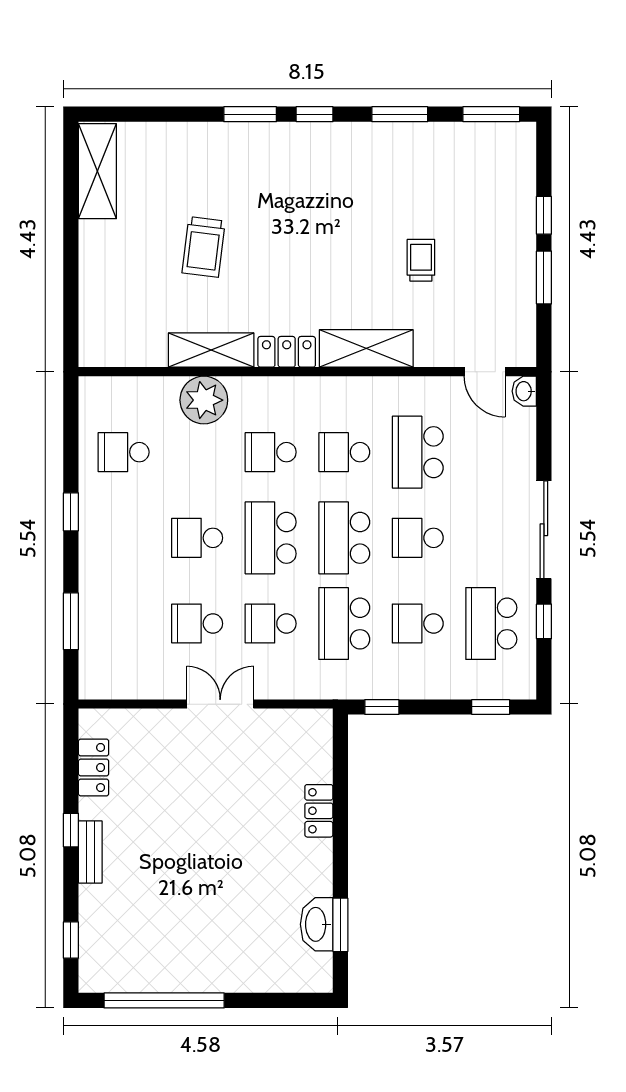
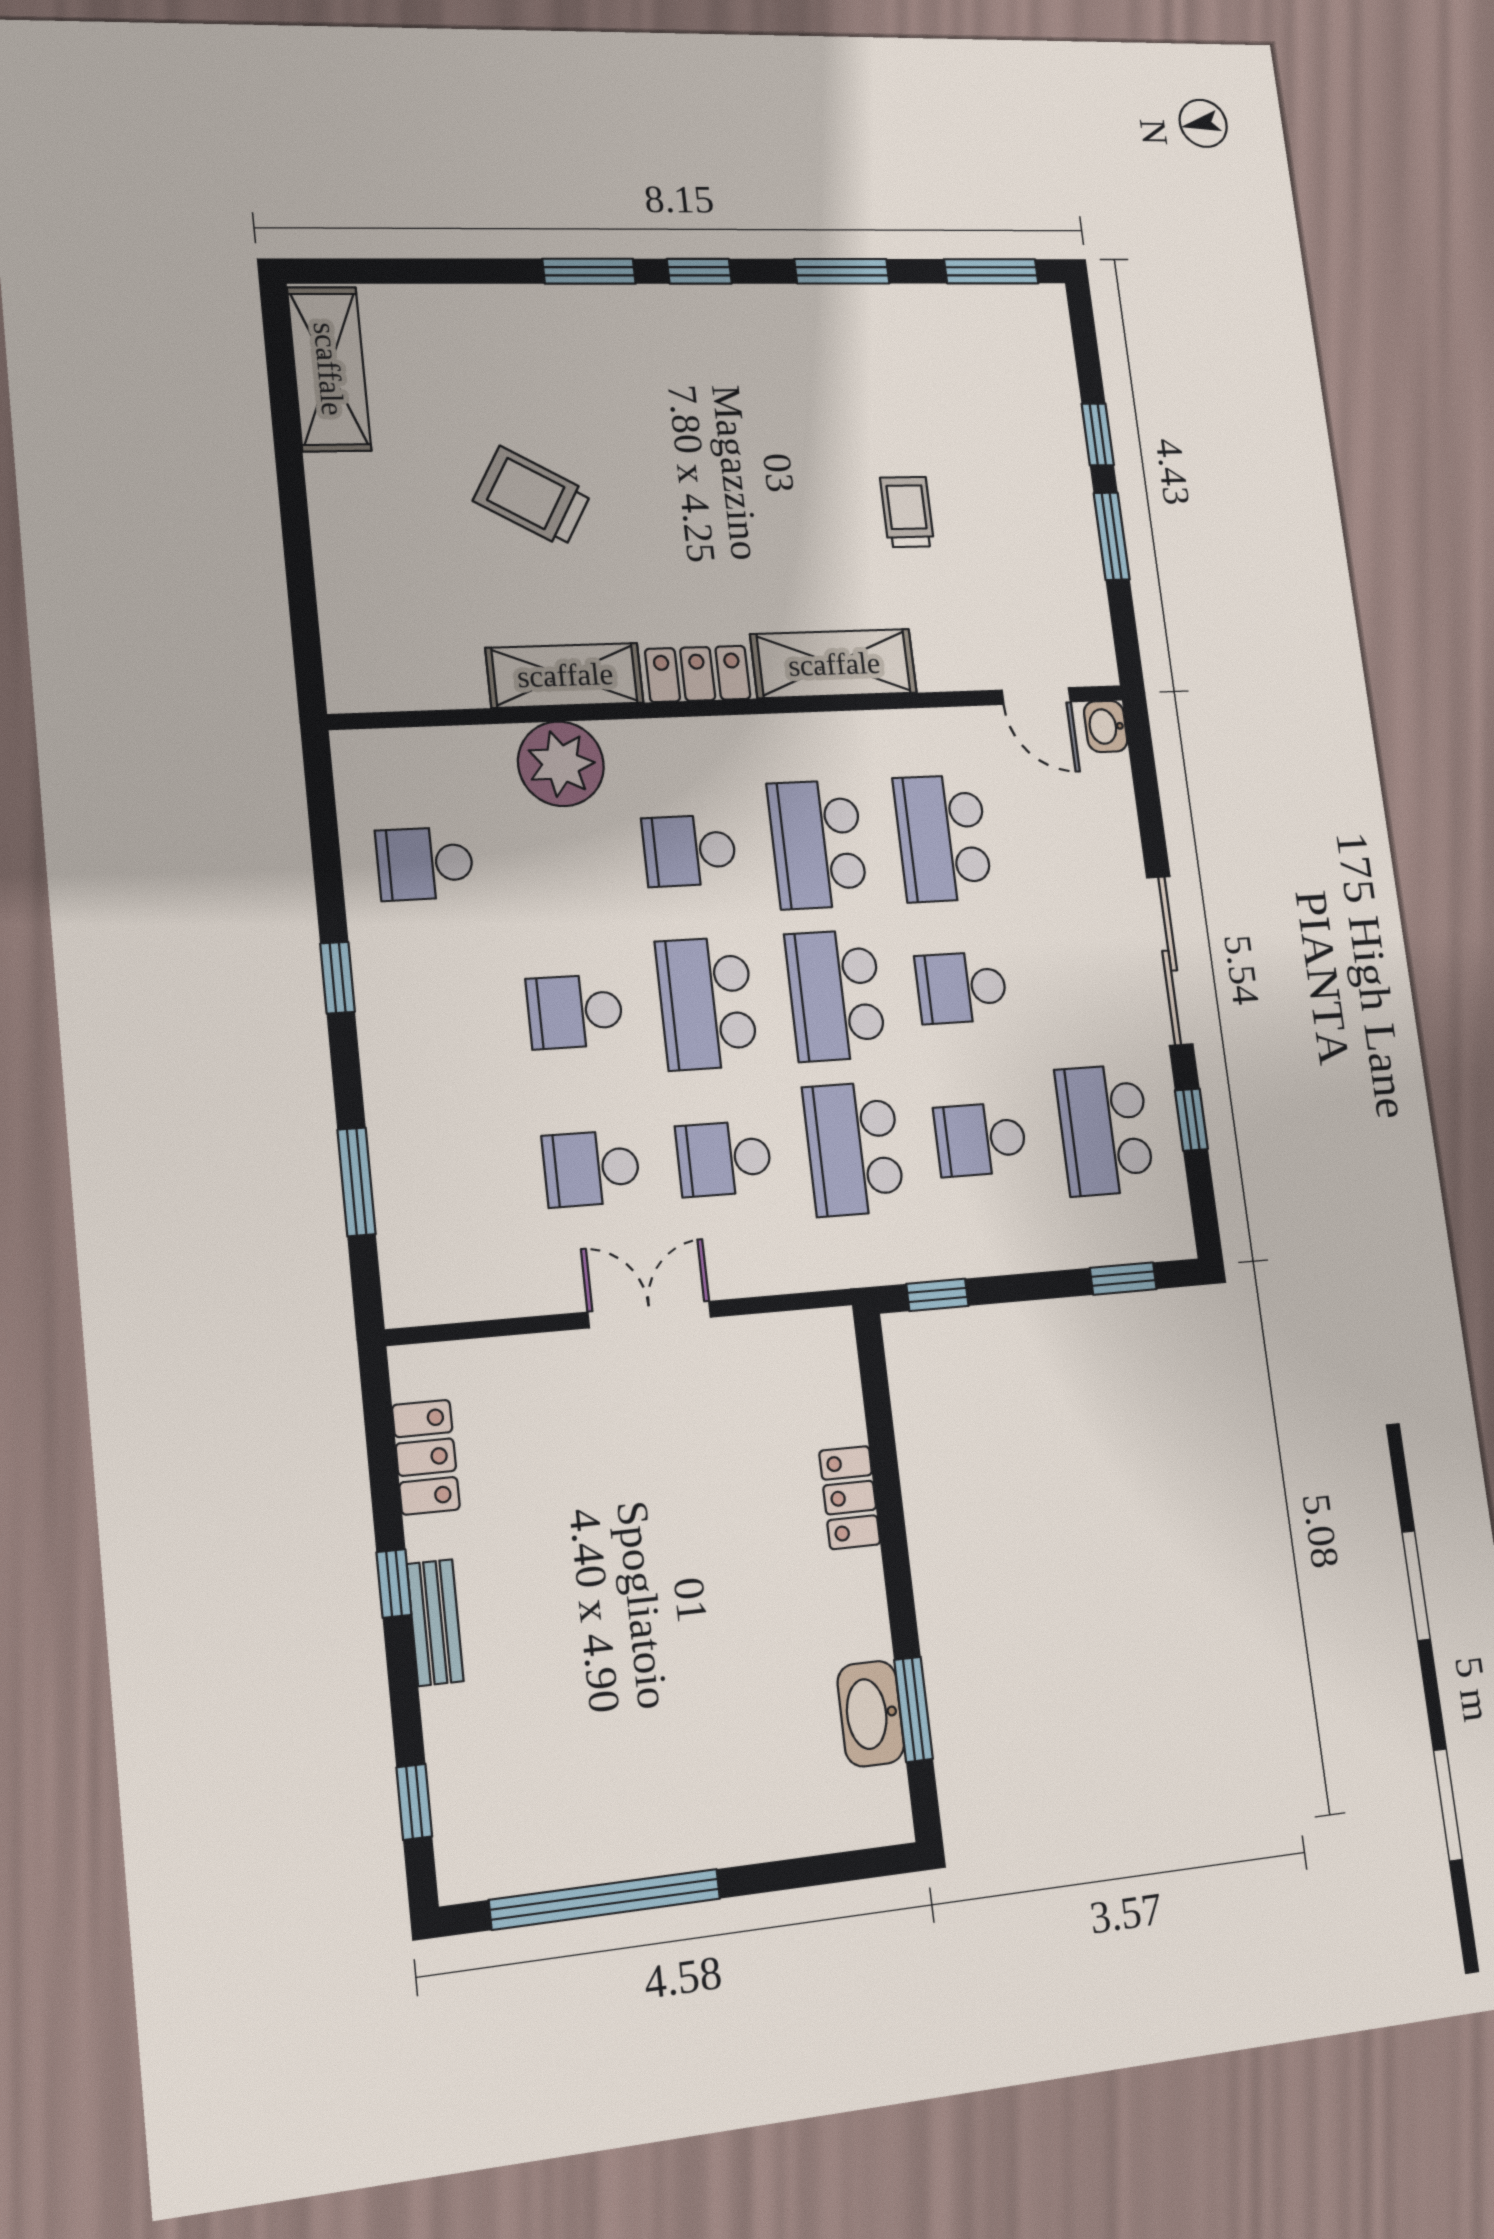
trolley: (204, 247) -> (532, 497), turned 113
school desk: (344, 452) -> (817, 844), width x1.85

